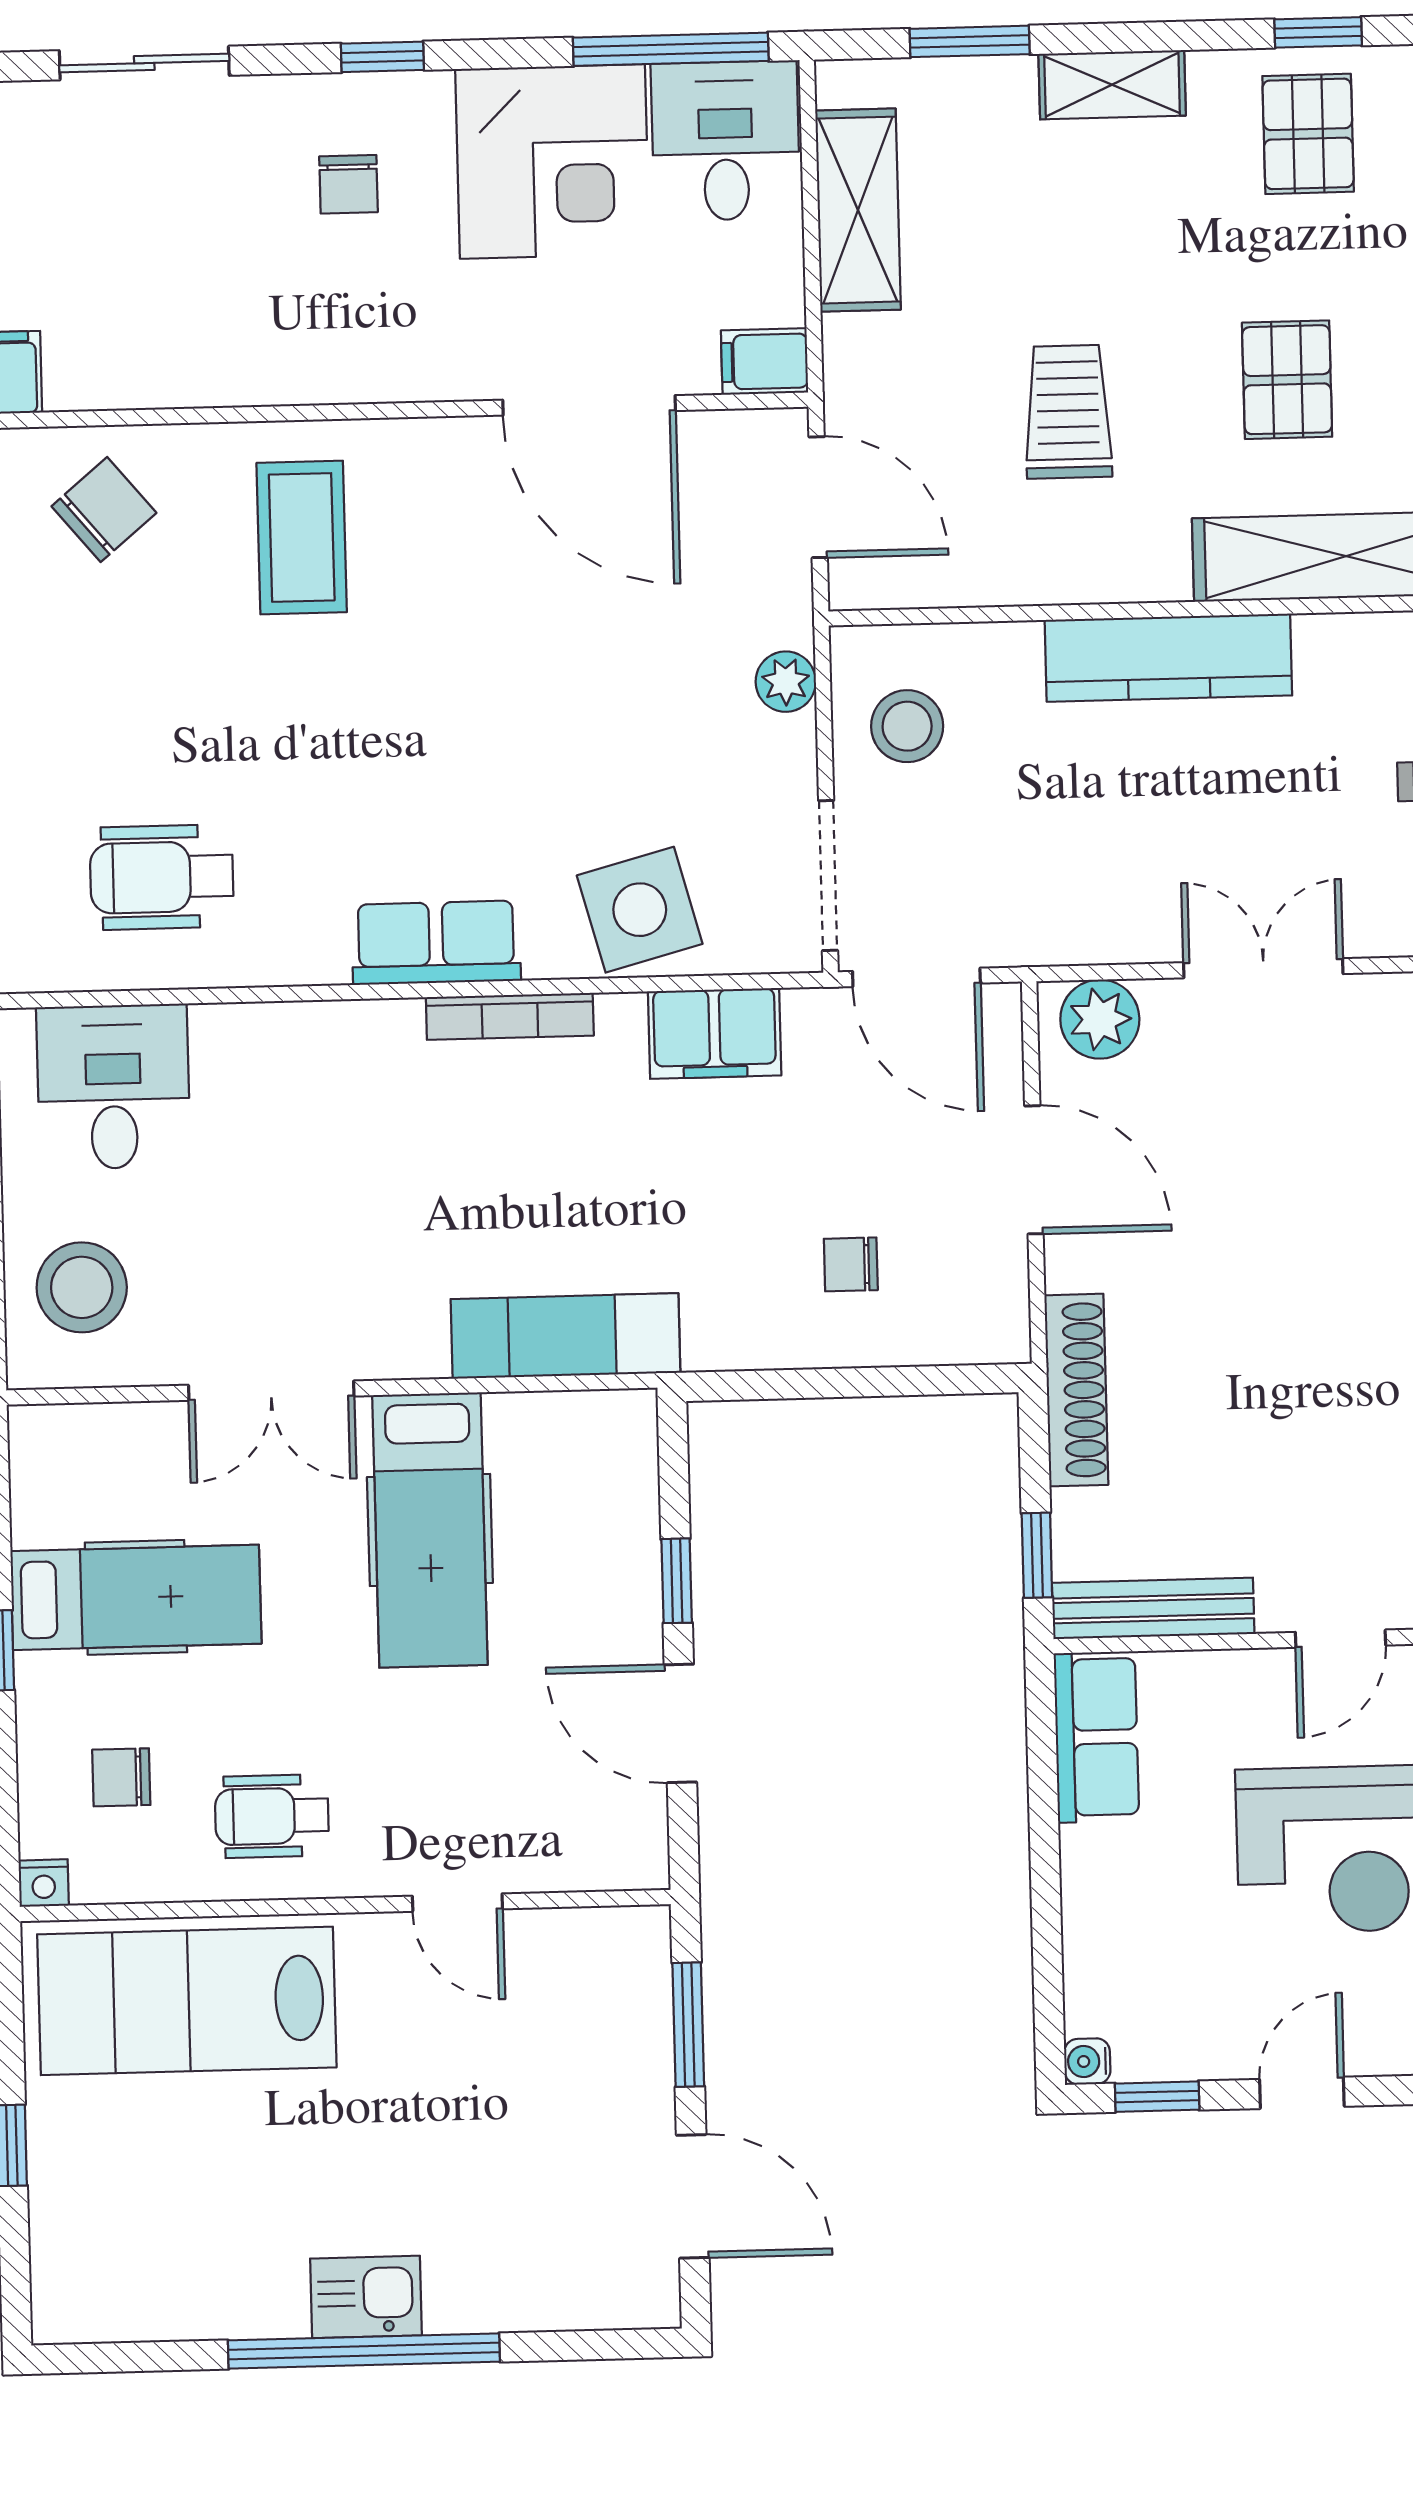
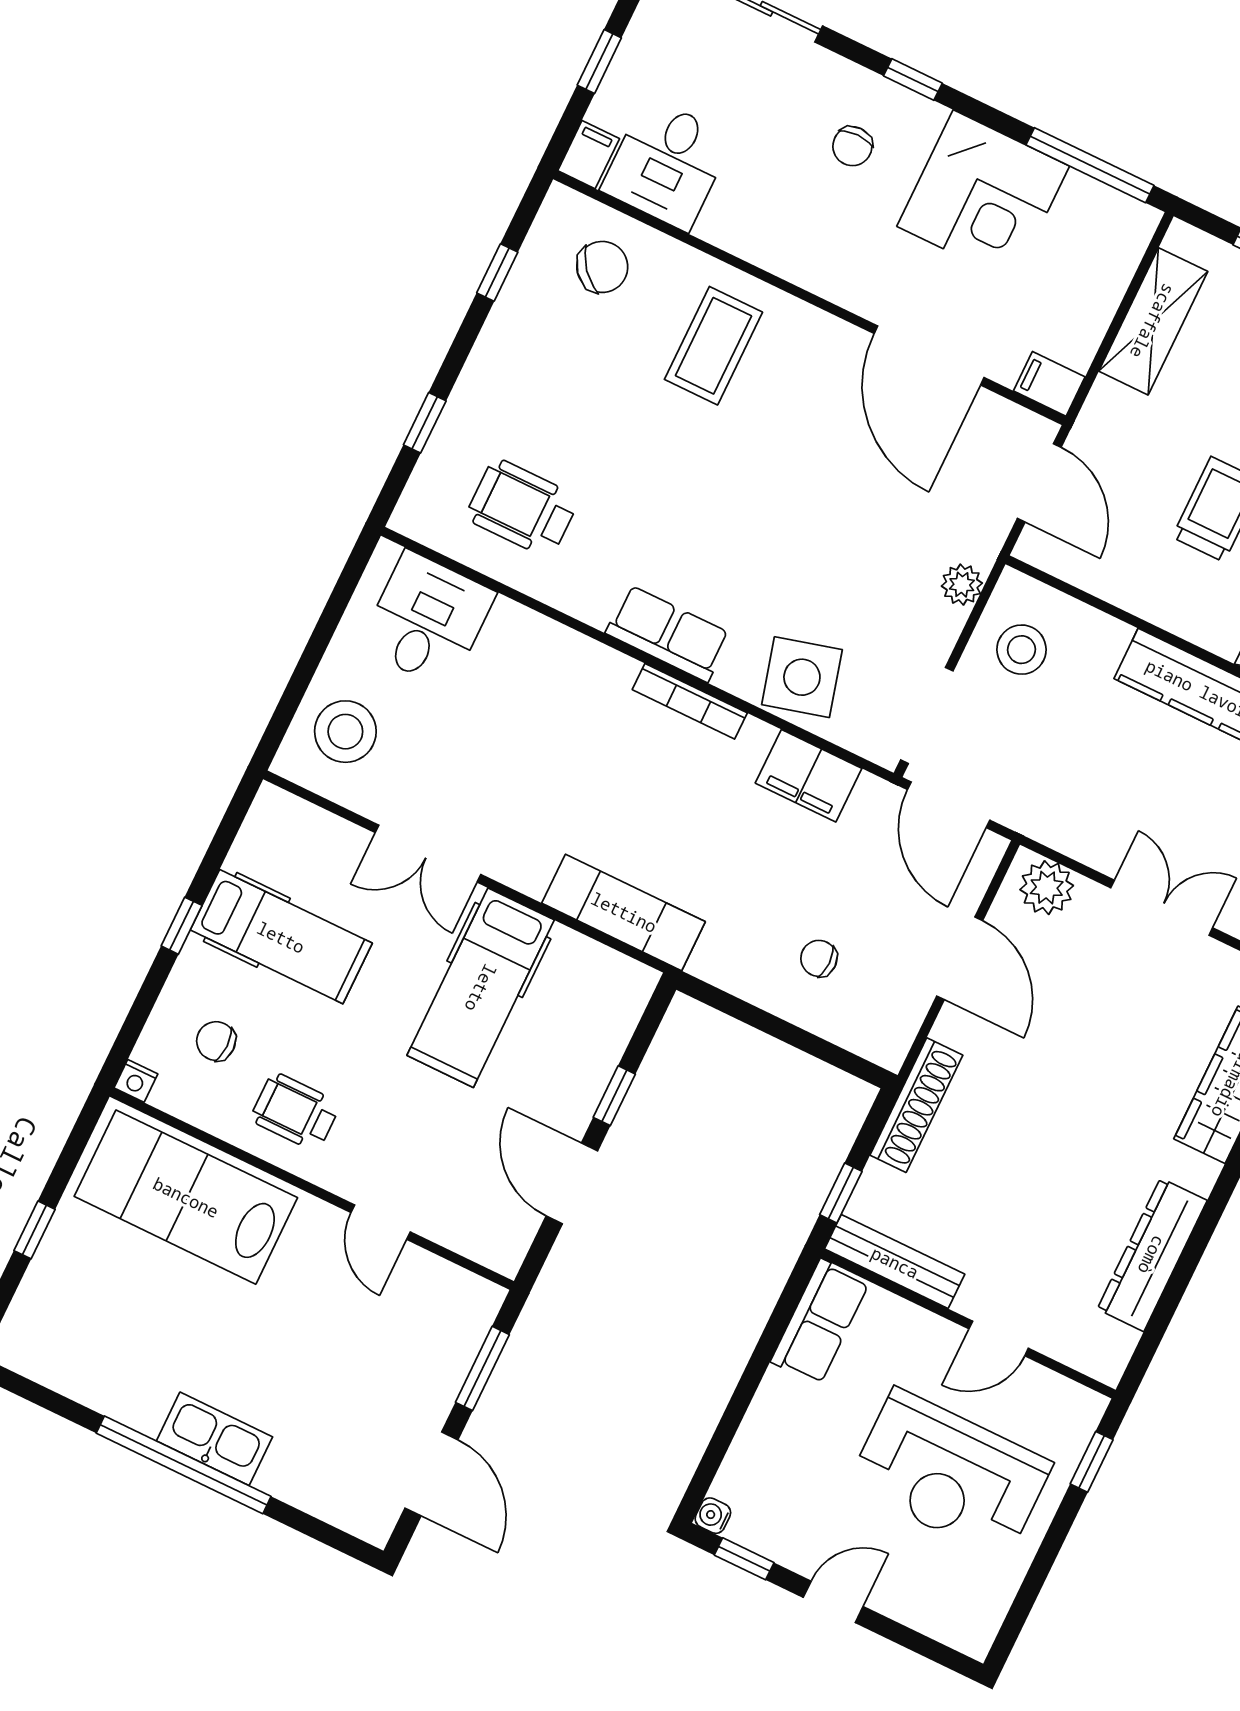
desk: (726, 141) -> (667, 164), moved, turned 180
kitchen sink: (366, 2297) -> (215, 1439), width x1.38

